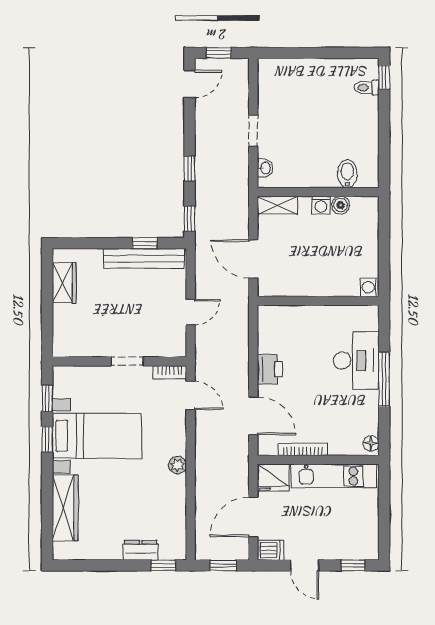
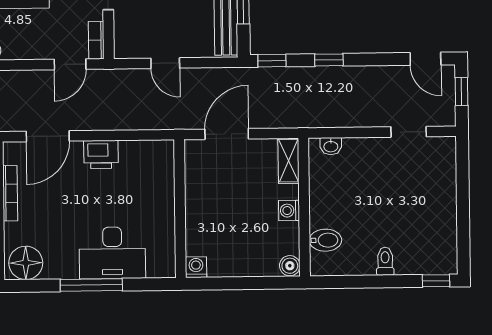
toilet: (366, 88) -> (385, 261), moved
doorway: (253, 131) -> (409, 132), moved
boiler: (341, 205) -> (290, 266), moved
floor lamp: (371, 443) -> (26, 263), width x1.89, depth x1.89

